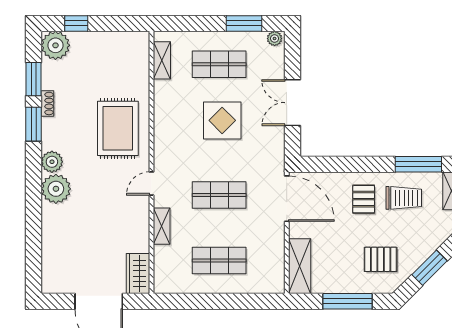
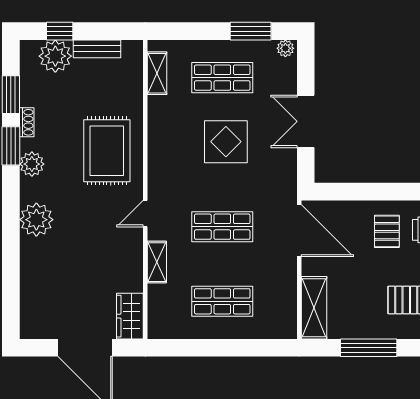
bench: (109, 39) -> (97, 49), added
plant: (55, 45) -> (55, 56), moved
plant: (52, 162) -> (32, 164), moved

